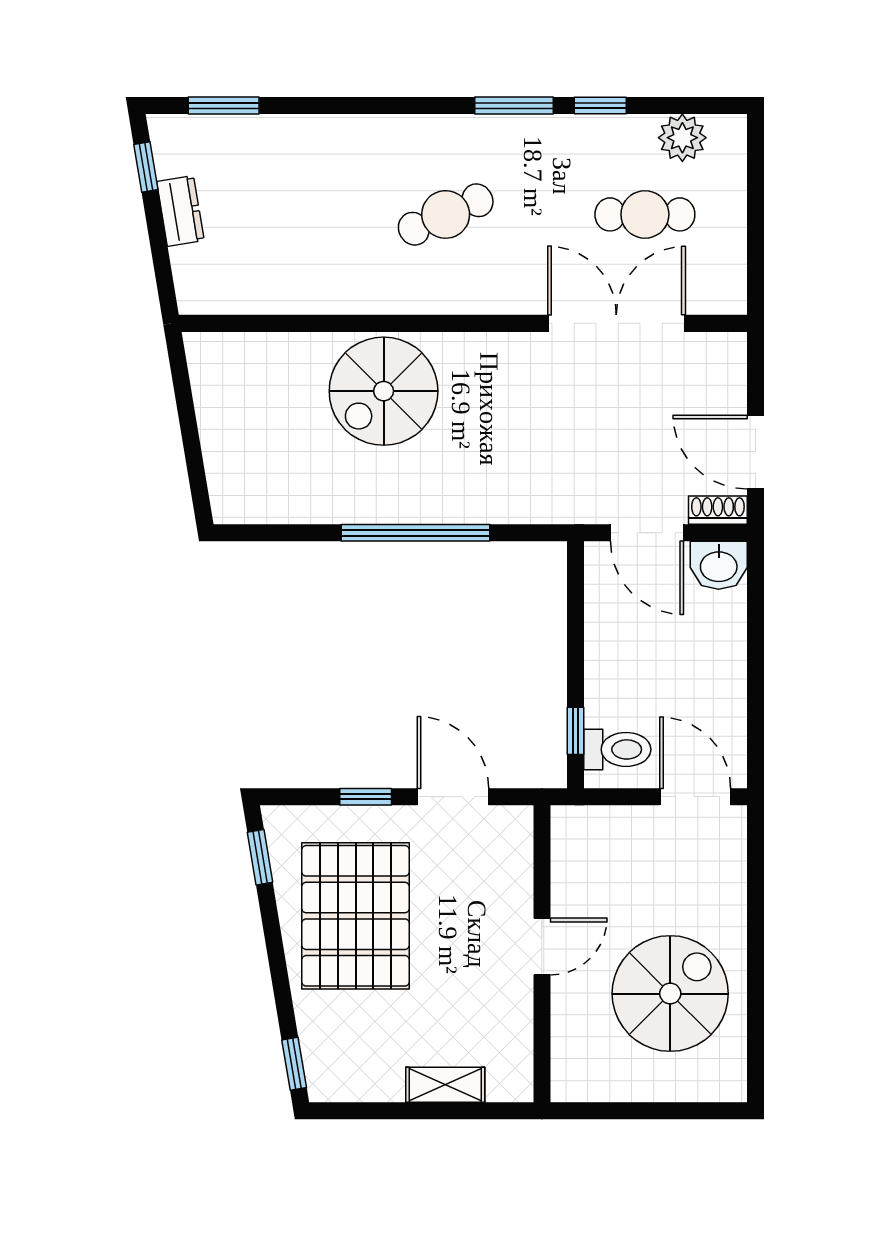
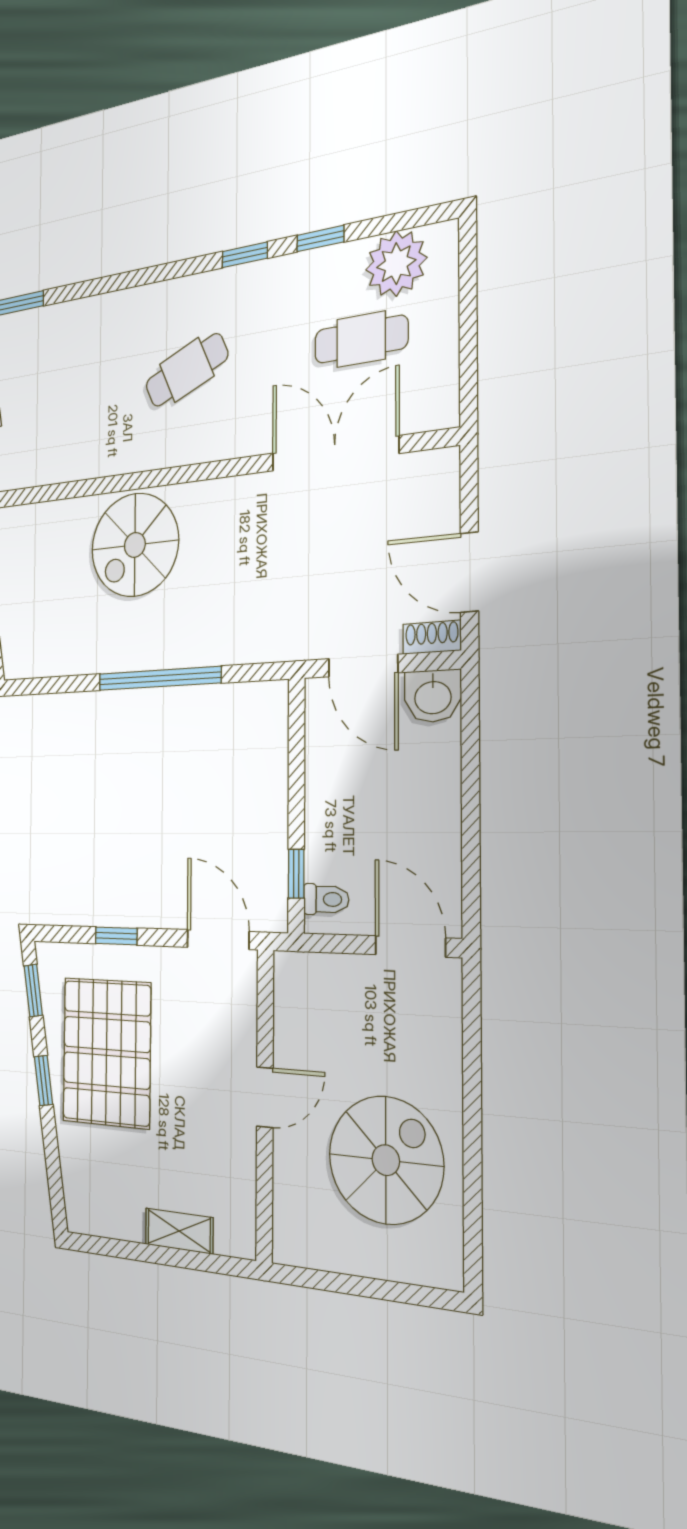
window: (514, 106) -> (245, 255), width x0.67
plant: (682, 138) -> (396, 264), width x1.36, depth x1.36
toilet: (617, 749) -> (326, 899), width x0.73, depth x0.72
door: (453, 797) -> (218, 939), moved
window: (294, 1064) -> (43, 1080), moved

